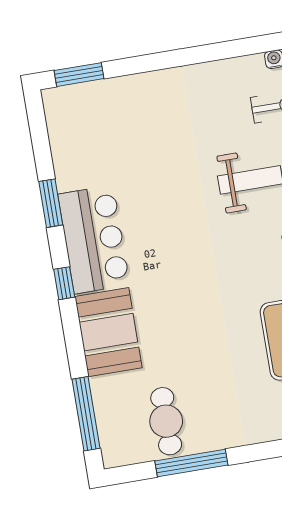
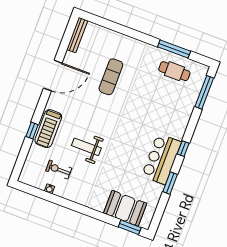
booth: (108, 332) -> (125, 208), moved, turned 90
cafe table: (166, 421) -> (174, 71), turned 90

